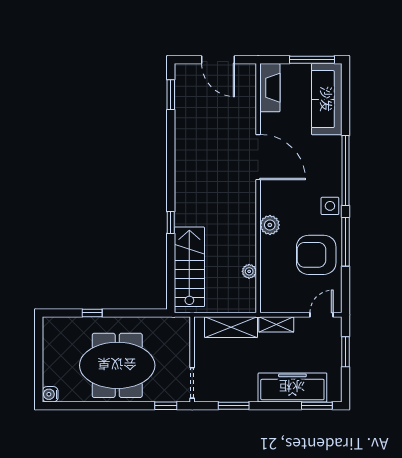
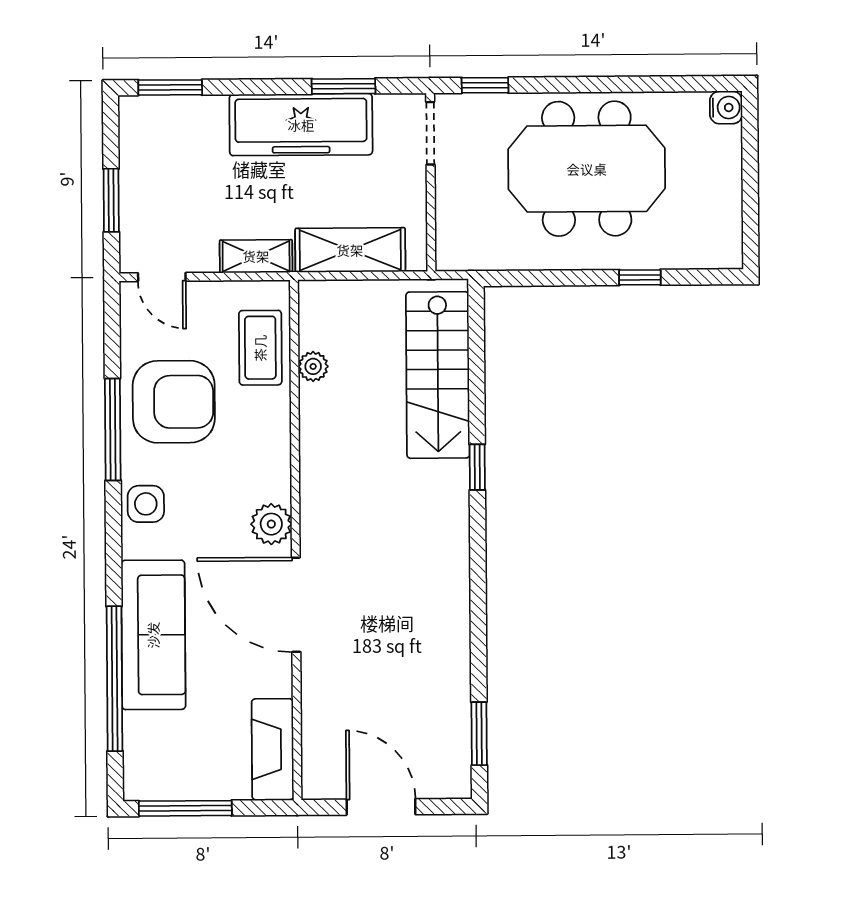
sofa: (327, 99) -> (153, 635), moved
window: (346, 170) -> (115, 679), moved
plant: (270, 225) -> (271, 524), moved
coffee table: (274, 281) -> (260, 348), added
door: (322, 315) -> (162, 277), hinge flipped
freezer: (292, 387) -> (301, 125), moved

